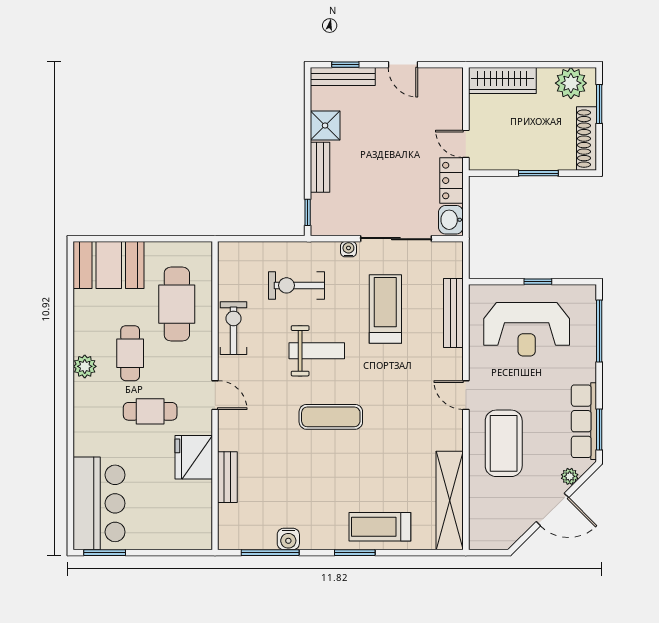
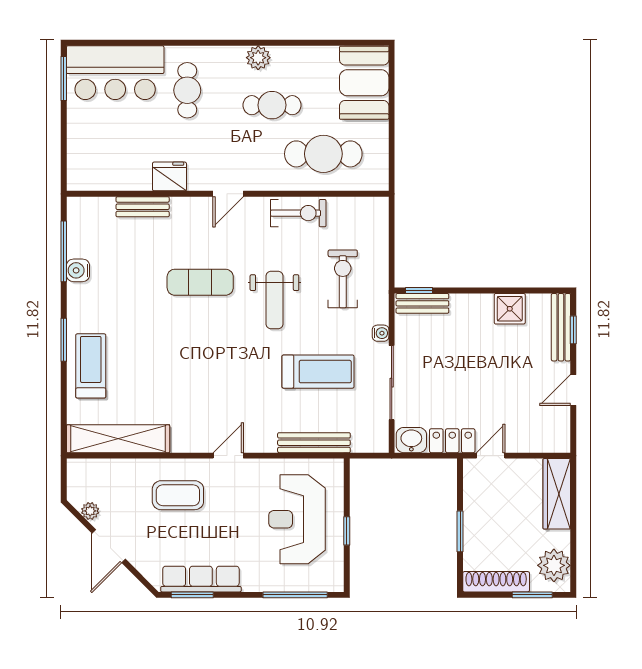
bench: (320, 167) -> (422, 303), moved
cafe table: (150, 411) -> (187, 90), moved
exercise mat: (331, 417) -> (200, 282), moved, turned 90
coffee table: (504, 443) -> (178, 495), width x0.73, depth x0.76
fridge: (194, 457) -> (169, 176), width x0.73, depth x0.75
plant: (570, 476) -> (90, 511), moved

